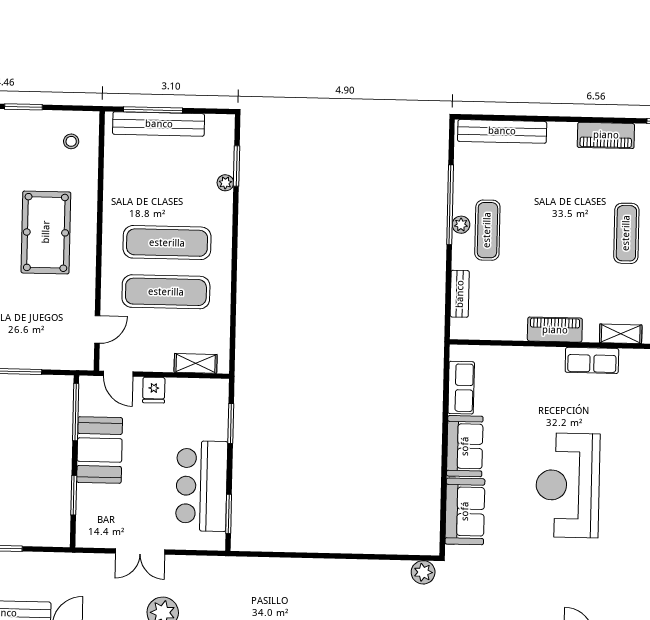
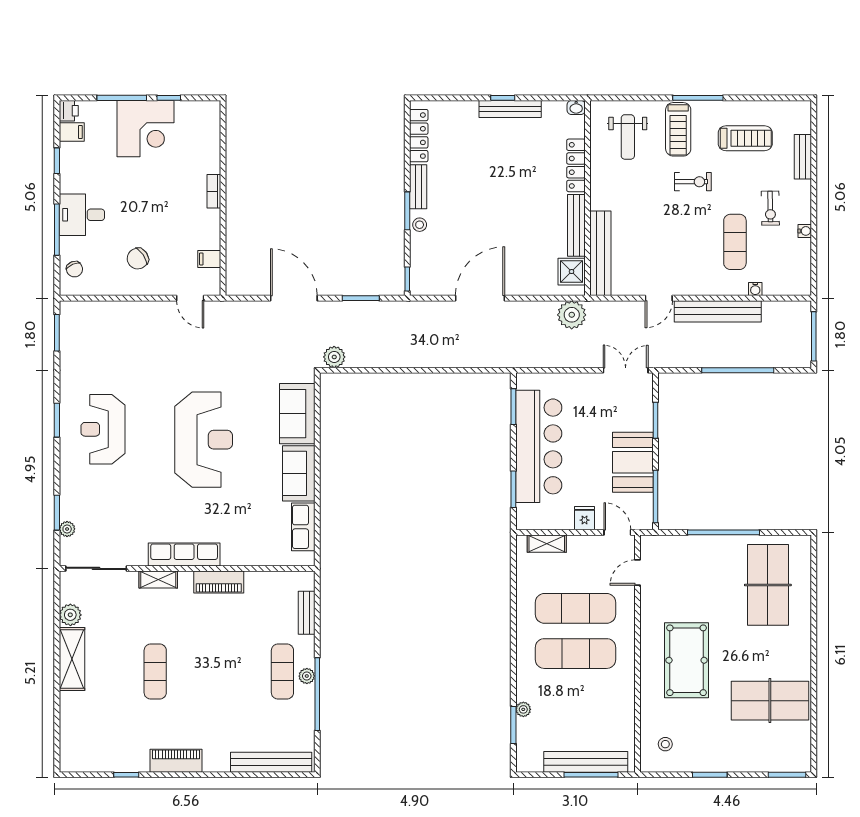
row of seats: (592, 360) -> (184, 554), width x1.48
bar counter: (202, 486) -> (539, 446), width x1.36
double door: (140, 551) -> (626, 370), moved

